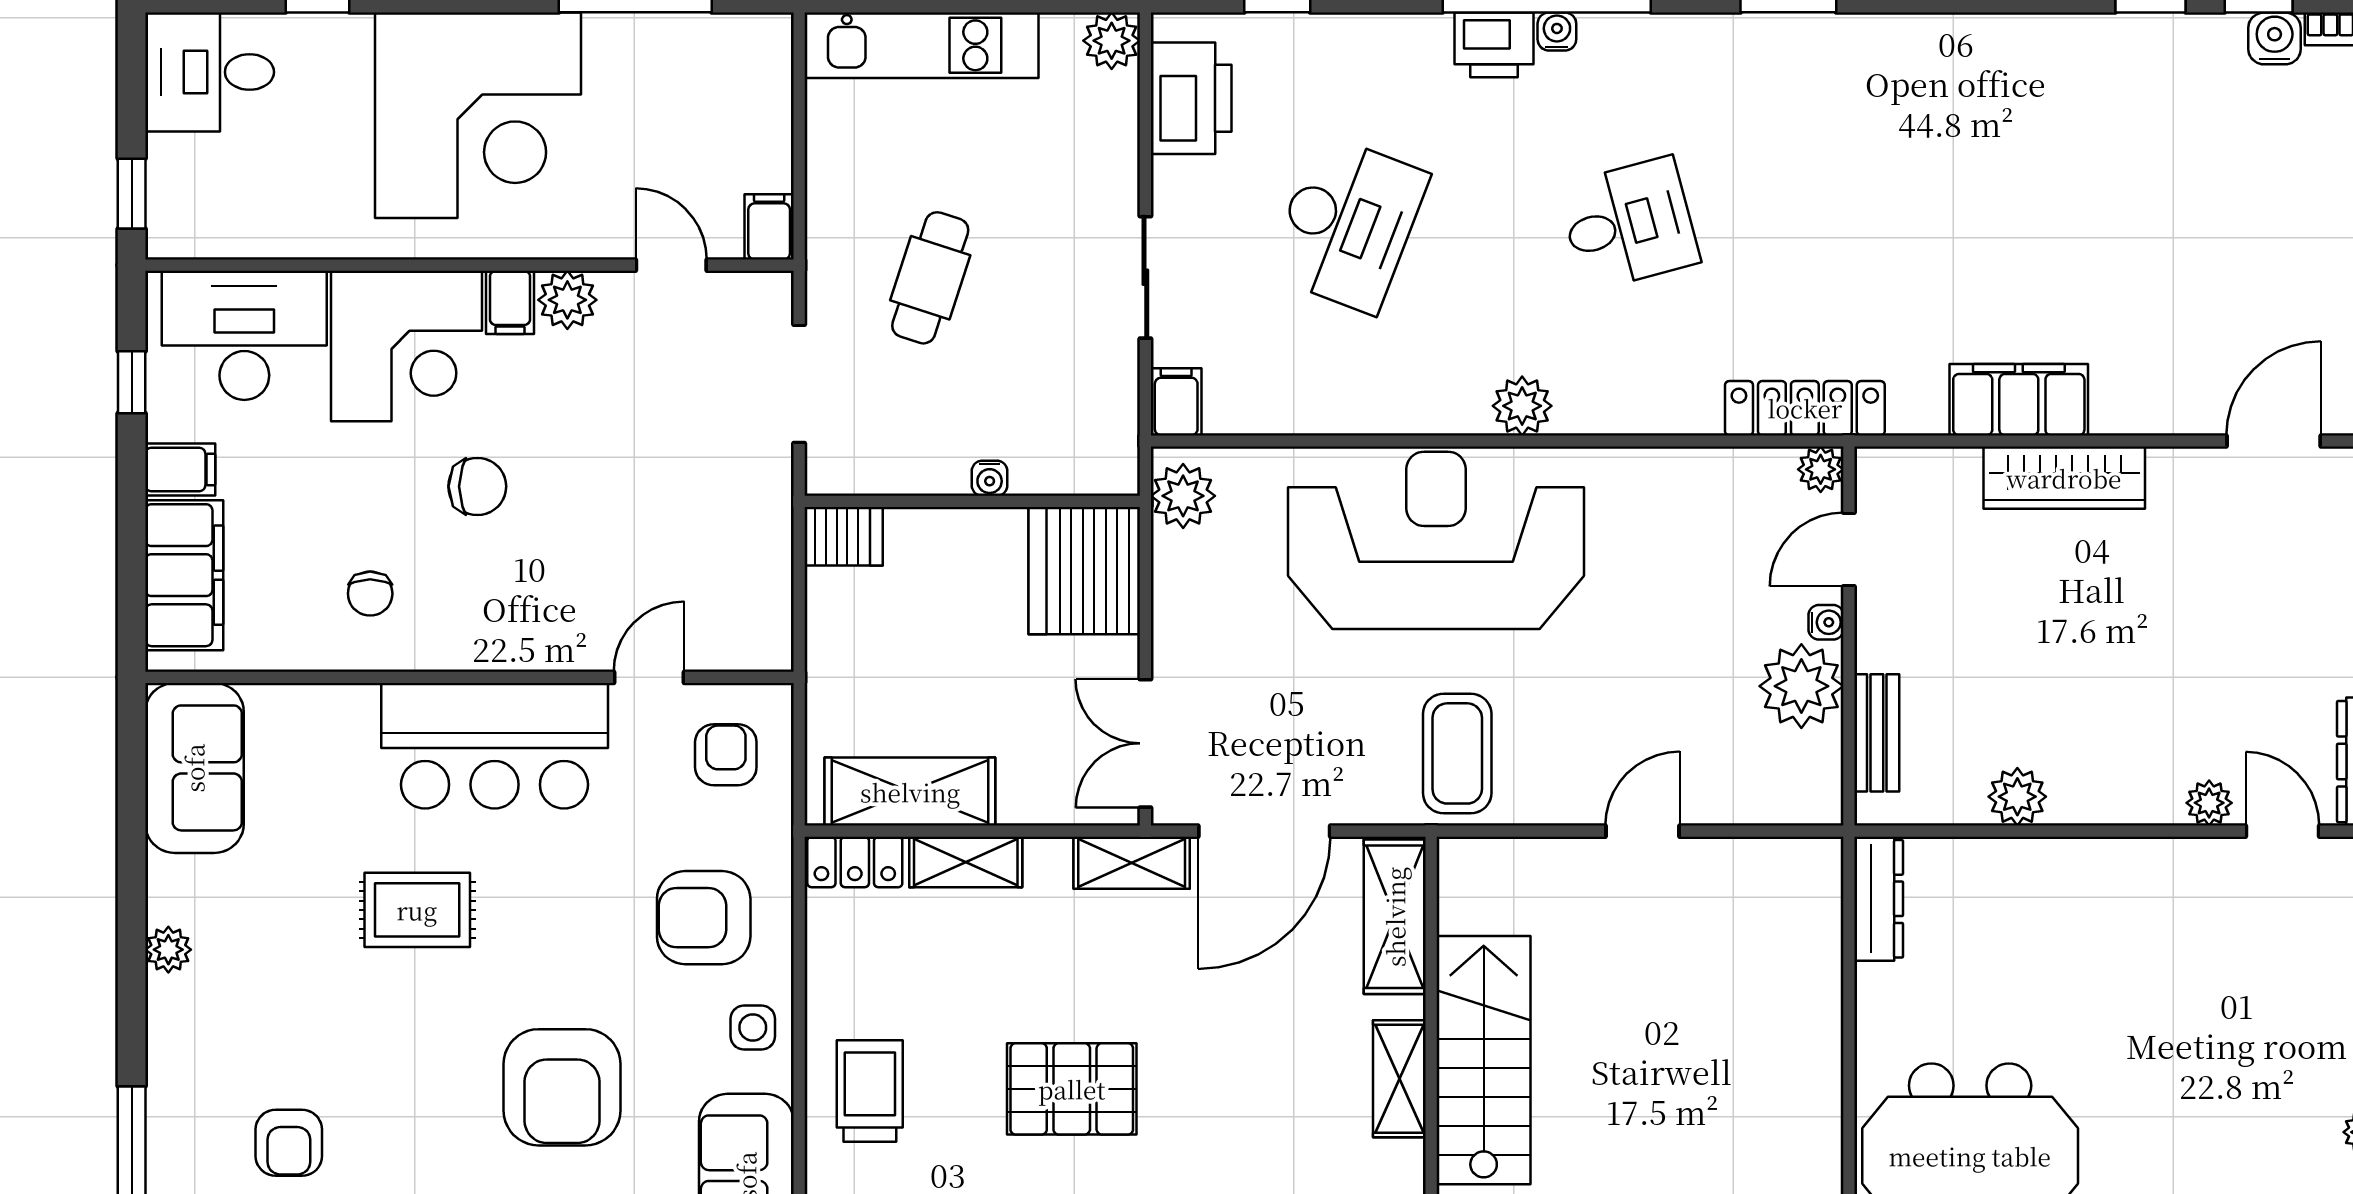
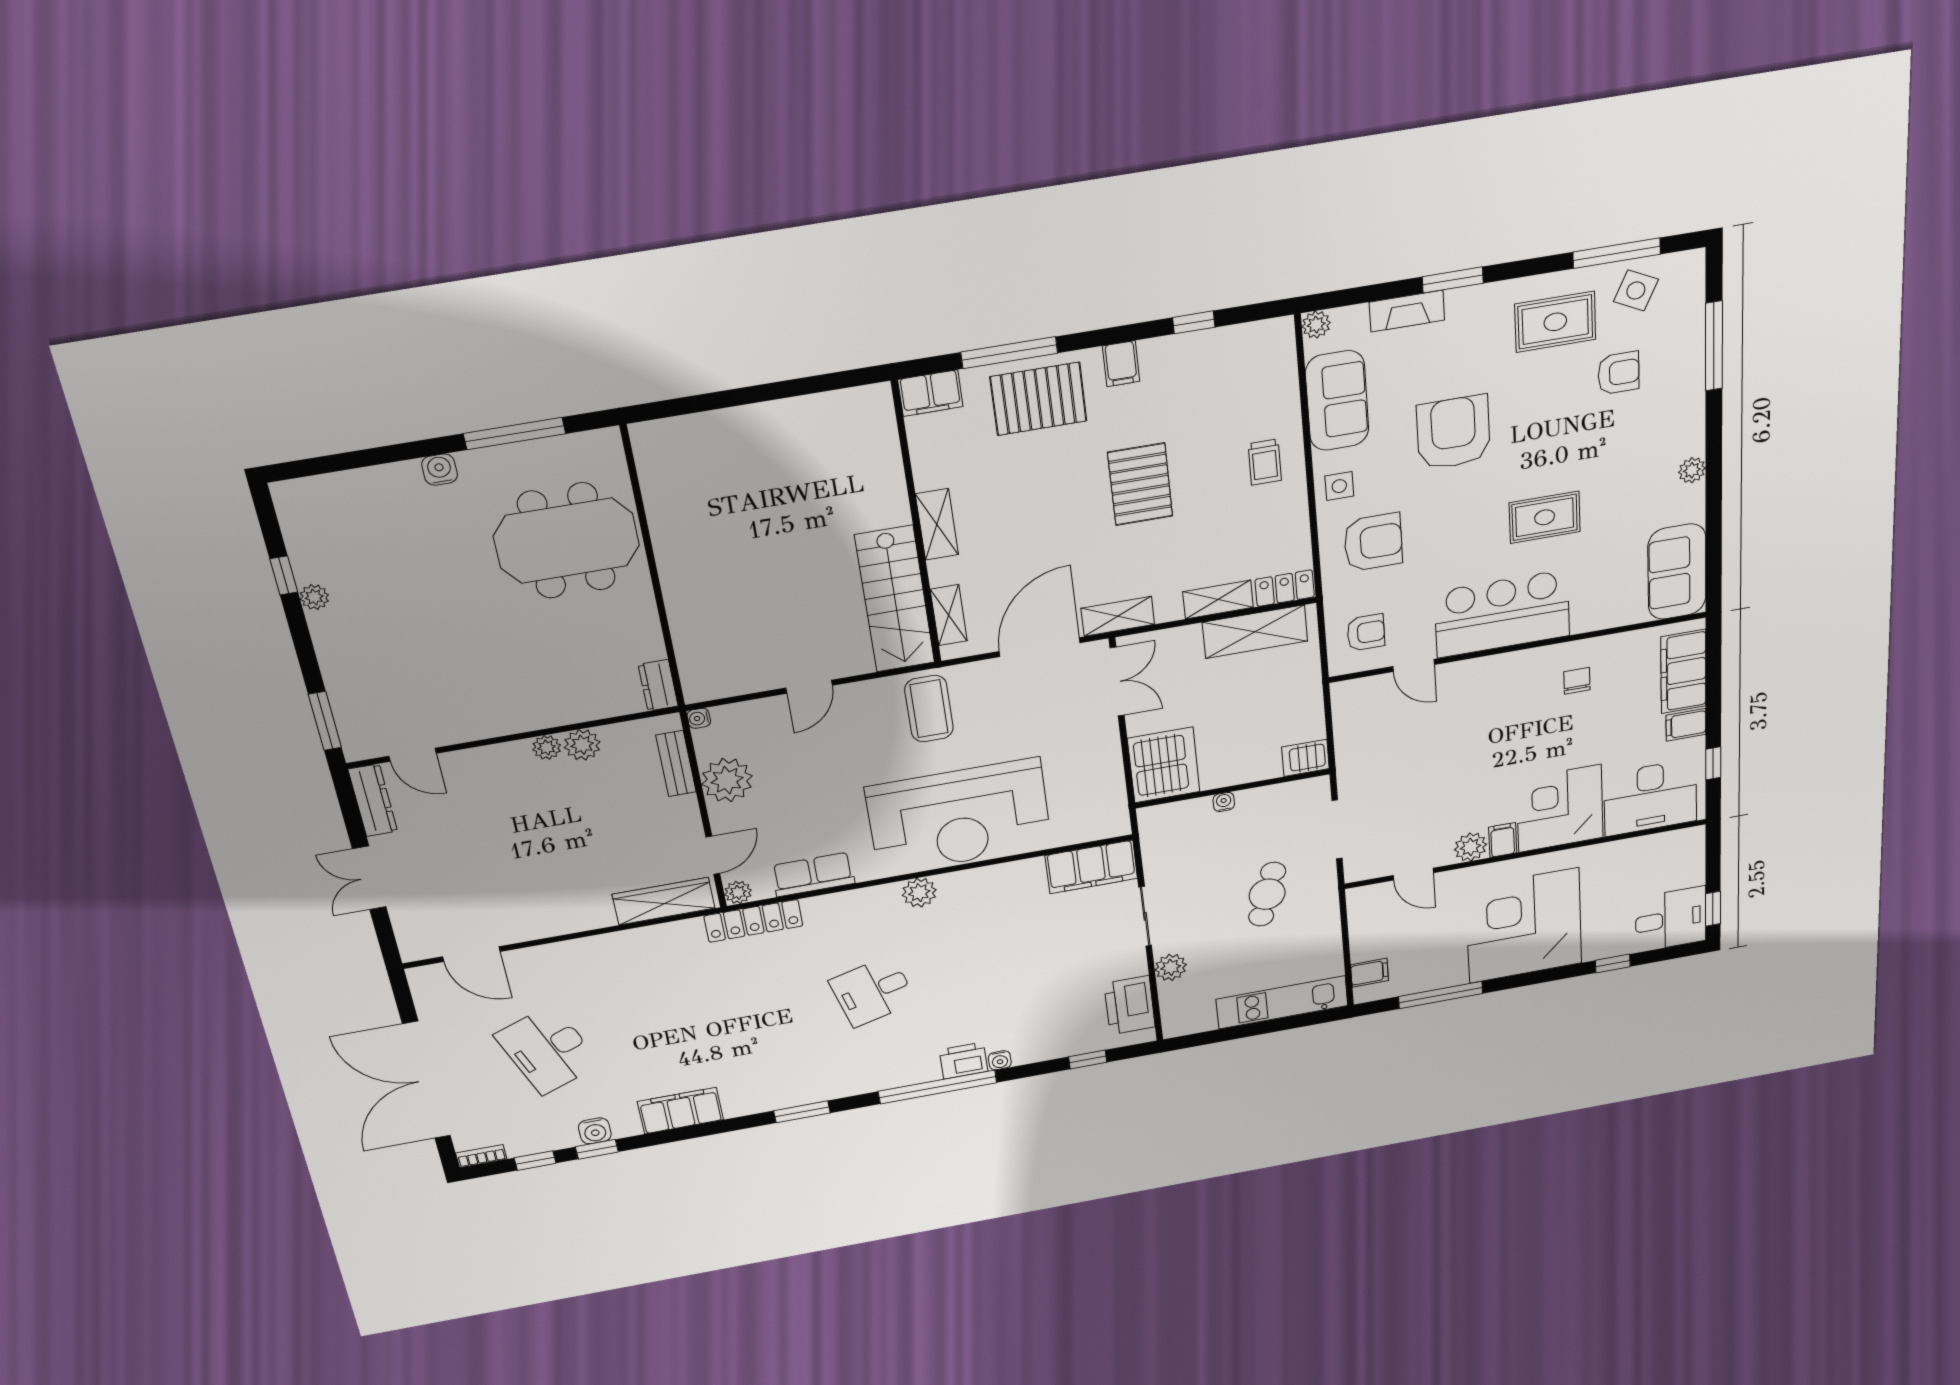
water cooler: (1557, 32) -> (1000, 1060), moved
water cooler: (2275, 38) -> (595, 1131), moved
plant: (1112, 41) -> (1171, 967), moved
window: (132, 194) -> (1713, 909), moved
desk: (1348, 224) -> (548, 1050), moved, turned -42
filing cabinet: (769, 227) -> (1369, 973), moved, turned -90
filing cabinet: (2019, 400) -> (680, 1111), moved, turned 180
filing cabinet: (1176, 402) -> (1091, 867), width x3.00, depth x1.17
door: (2274, 441) -> (471, 954), hinge flipped
row of seats: (1692, 478) -> (813, 874), added
wardrobe: (2064, 478) -> (664, 901), moved
chair: (477, 486) -> (1517, 746), removed
plant: (1183, 496) -> (1110, 813), removed
water cooler: (1826, 622) -> (699, 718), moved
door: (649, 677) -> (1414, 666), hinge flipped
armchair: (726, 755) -> (1366, 633), turned -90
plant: (2209, 803) -> (547, 747), moved
dresser: (1879, 899) -> (658, 685), width x0.70
shelving: (1395, 917) -> (949, 615), width x0.67, depth x0.75
stairs: (1484, 1060) -> (895, 599), moved
pallet: (1072, 1089) -> (1140, 484), turned 90
trolley: (870, 1091) -> (1265, 462), width x0.73, depth x0.72
armchair: (289, 1143) -> (1619, 373), turned 90

